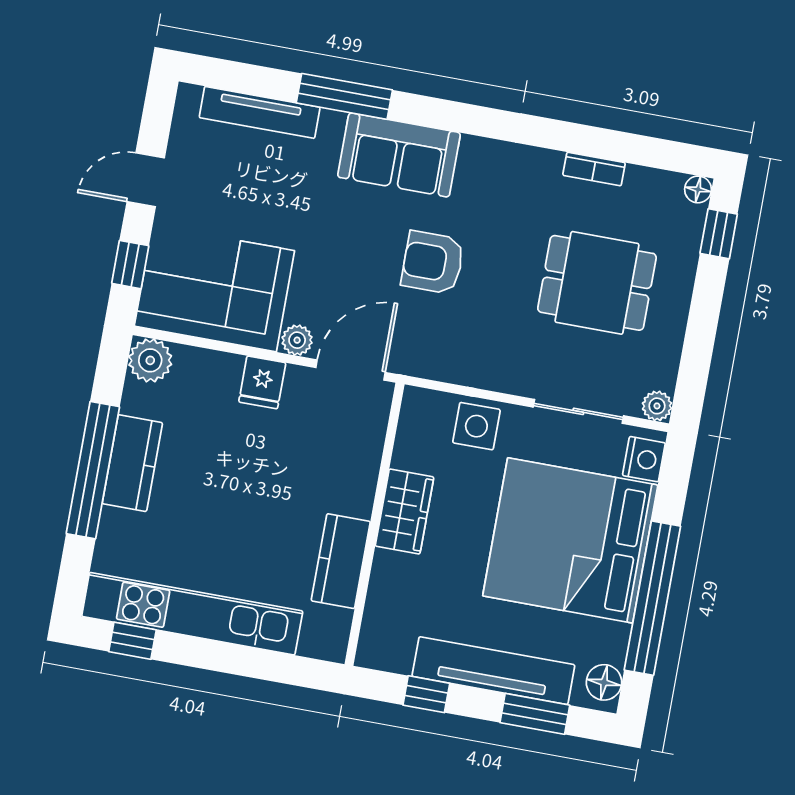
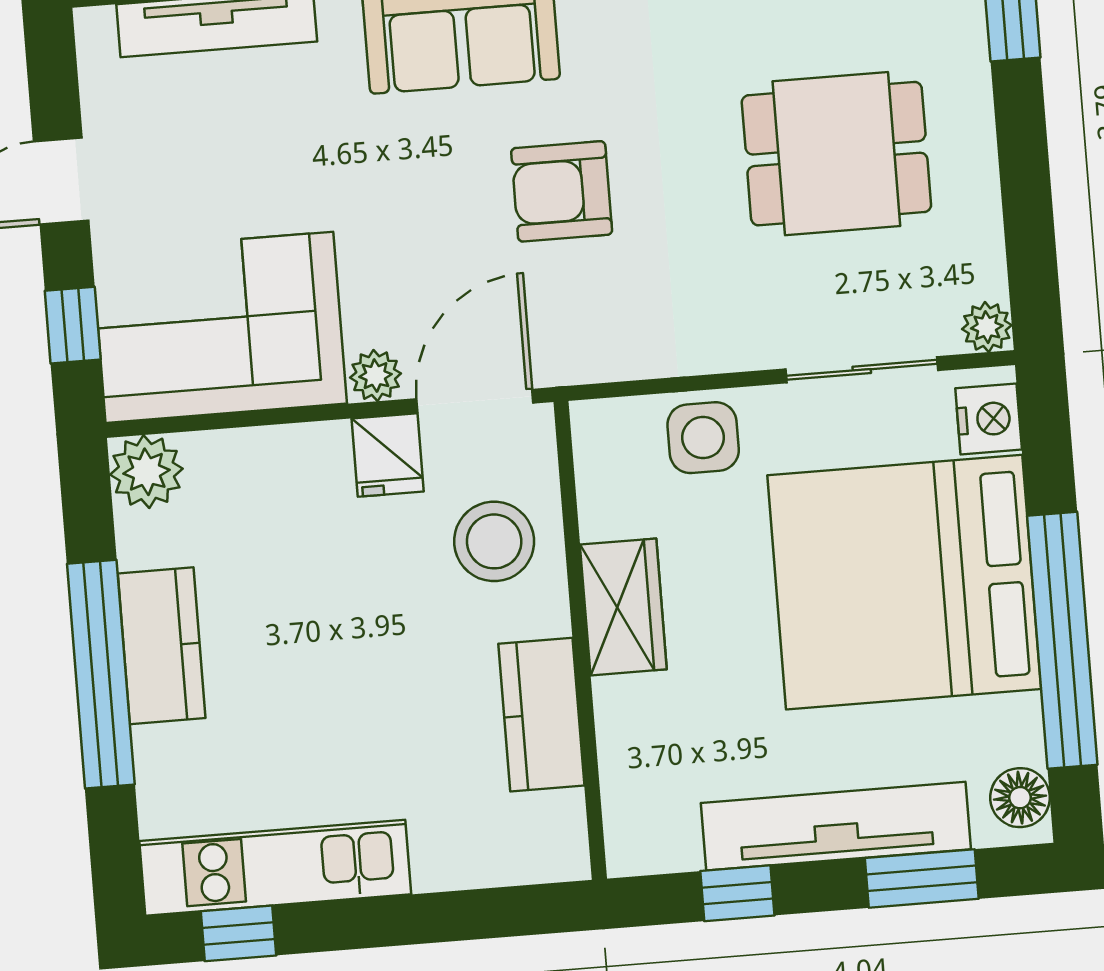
fridge: (262, 382) -> (388, 455), moved
stool: (340, 454) -> (494, 541), added
kitchen unit: (192, 614) -> (275, 868), width x0.73

